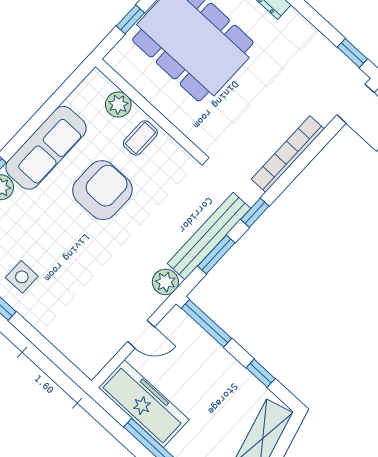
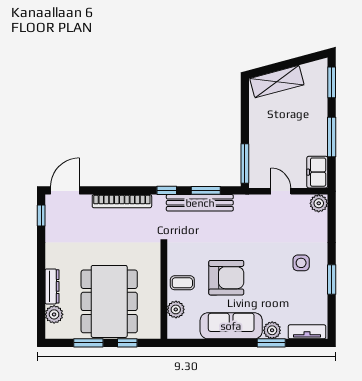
armchair: (102, 190) -> (226, 278), turned 180
side table: (22, 277) -> (301, 263), moved
plant: (165, 282) -> (319, 203), moved
window: (261, 373) -> (245, 113), removed
freezer: (144, 404) -> (317, 172), width x0.52, depth x0.79

